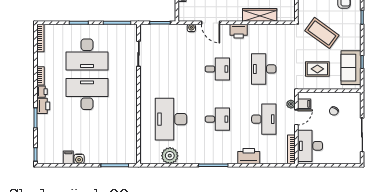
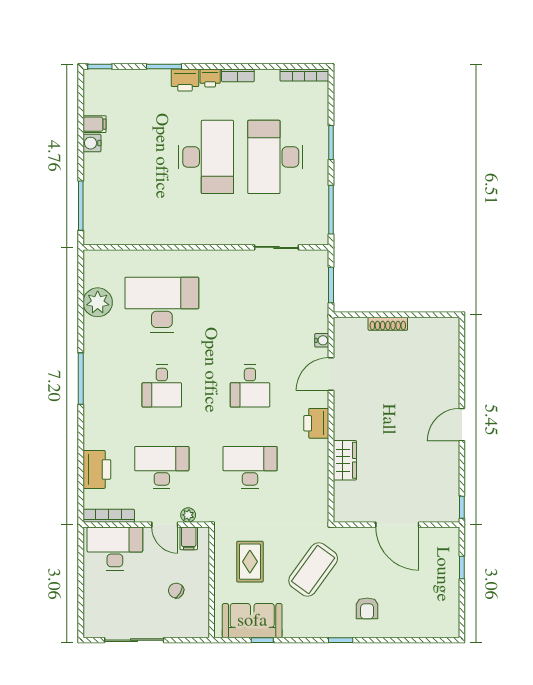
wardrobe: (260, 15) -> (345, 460), width x0.67
desk: (264, 119) -> (162, 467), turned 180
printer: (249, 156) -> (97, 469), moved

